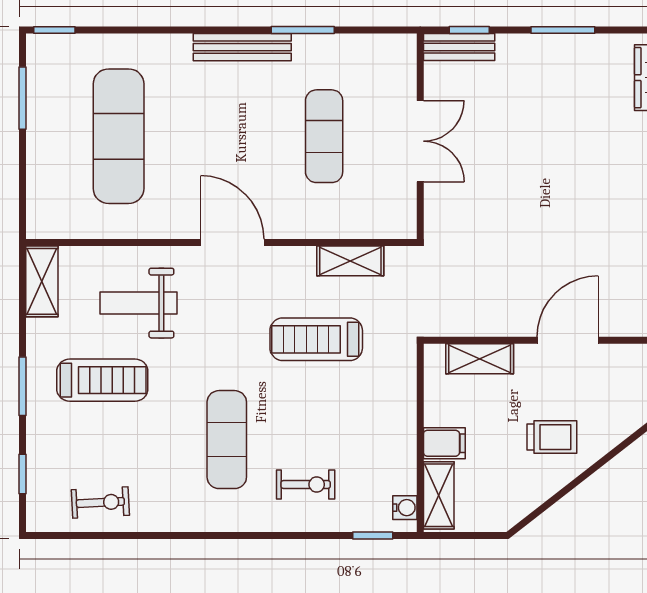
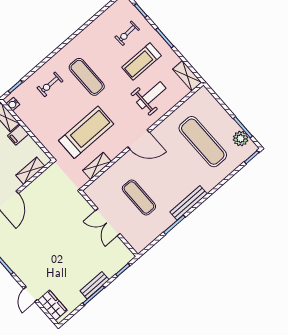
bench: (459, 47) -> (95, 285), moved
plant: (45, 81) -> (241, 139), added
treadmill: (316, 339) -> (86, 132), width x1.37, depth x1.38
exercise bike: (100, 502) -> (127, 33), moved

